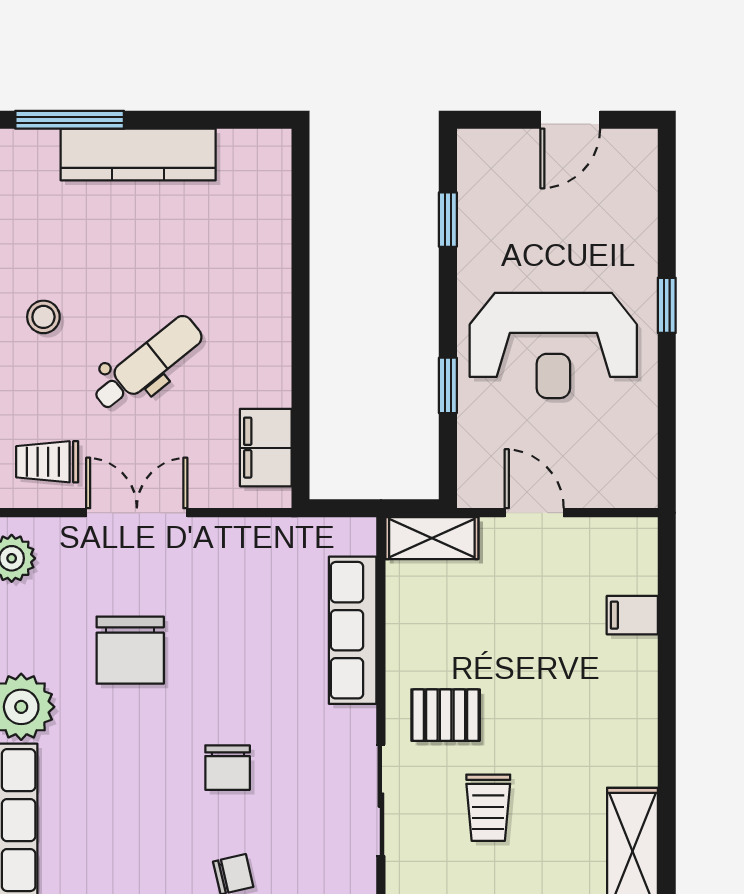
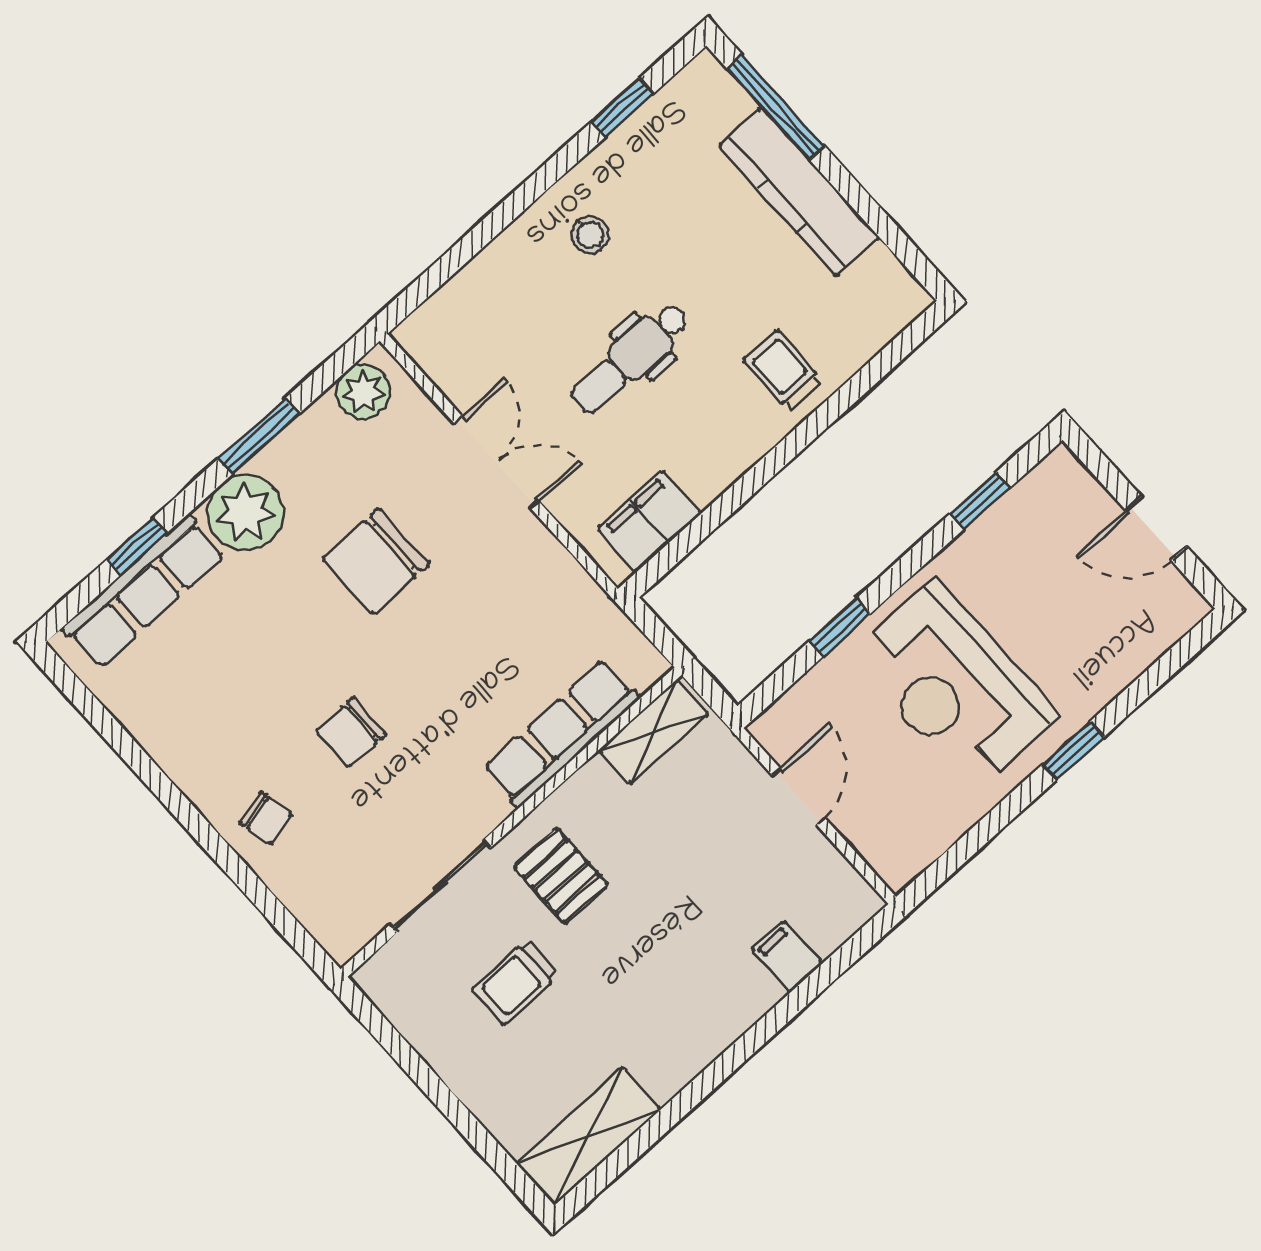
dental chair: (148, 363) -> (630, 358), turned 129
trolley: (47, 462) -> (783, 370), moved
shelving: (432, 538) -> (654, 732), moved, turned 90

